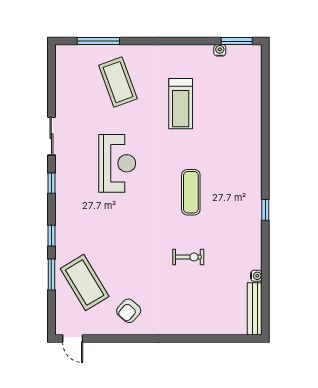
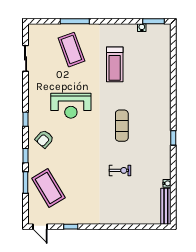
window: (98, 41) -> (75, 21), moved
sliding door: (51, 136) -> (26, 58), moved
reception desk: (117, 163) -> (71, 106), turned 90
armchair: (129, 311) -> (44, 139), moved
window: (117, 338) -> (71, 227), added

